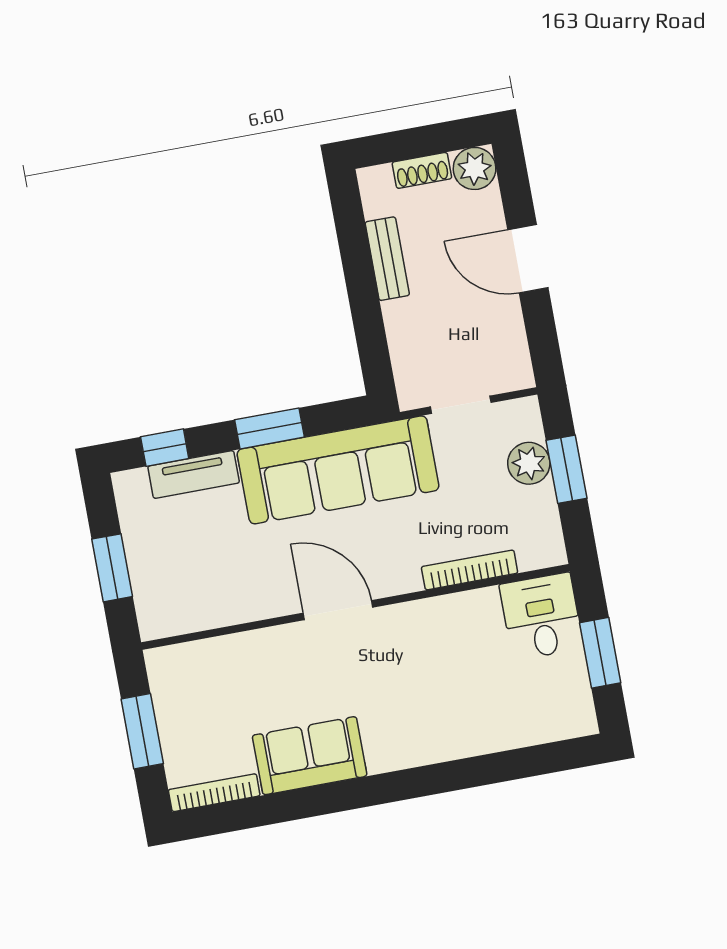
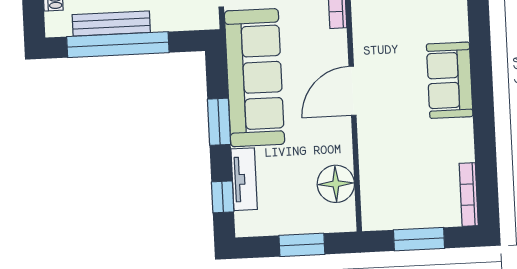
bench: (387, 259) -> (111, 23), width x1.36
window: (359, 272) -> (118, 45), added
floor lamp: (204, 604) -> (336, 184), added
sofa: (310, 756) -> (450, 80), moved

